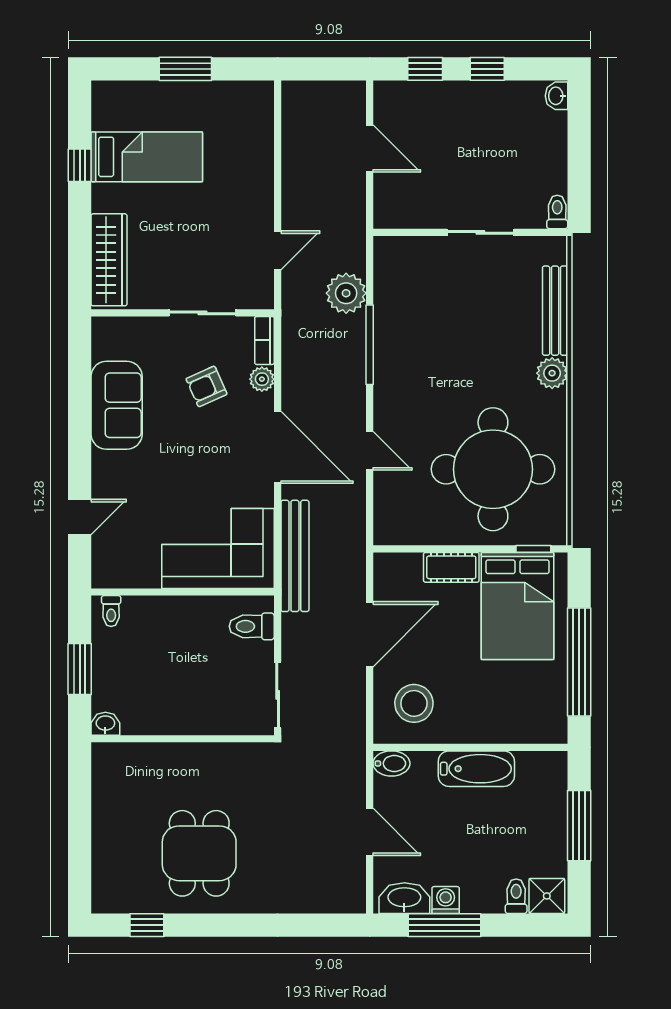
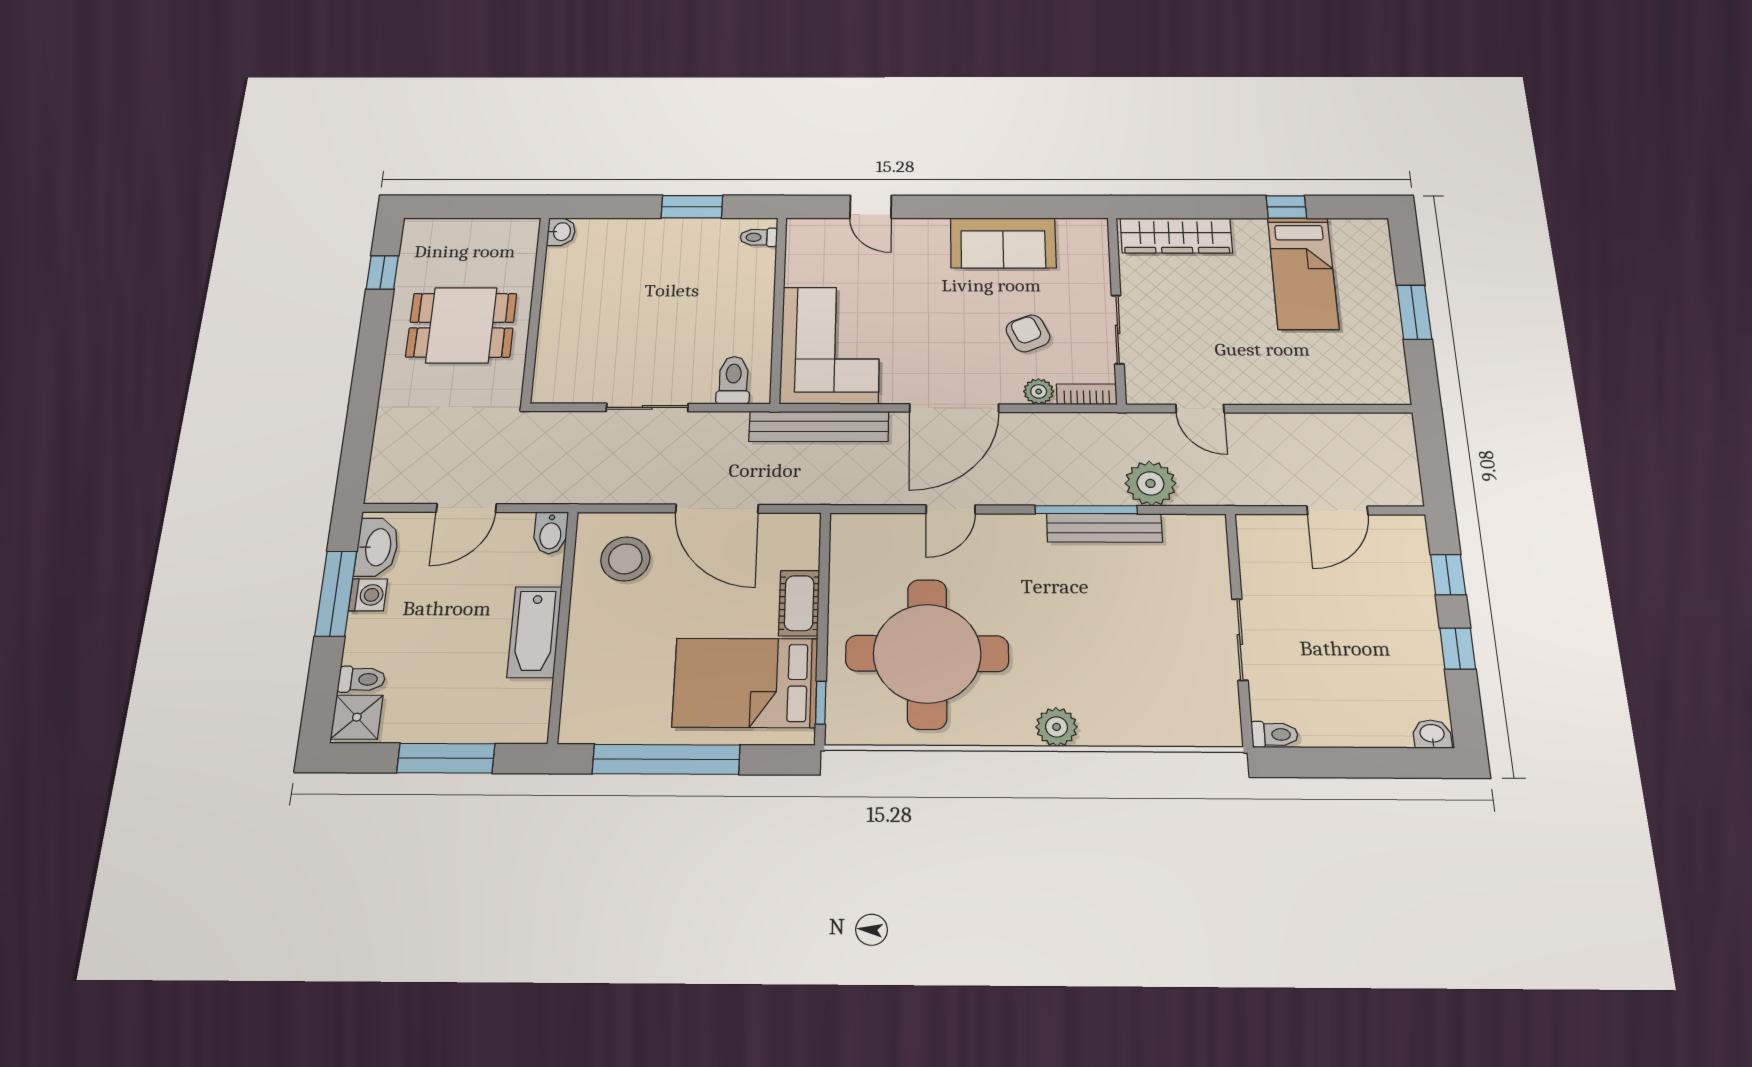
bench: (555, 311) -> (1104, 528), moved
washbasin: (105, 724) -> (561, 232), moved
wall: (183, 739) -> (536, 308), moved

